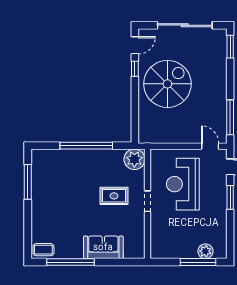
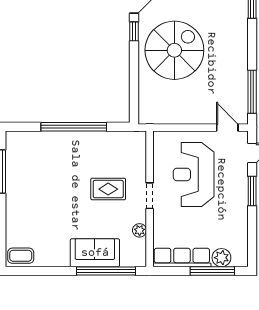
plant: (134, 159) -> (140, 230), moved, width x0.53, depth x0.53
row of seats: (173, 251) -> (182, 258), added
window: (71, 262) -> (106, 271), moved

